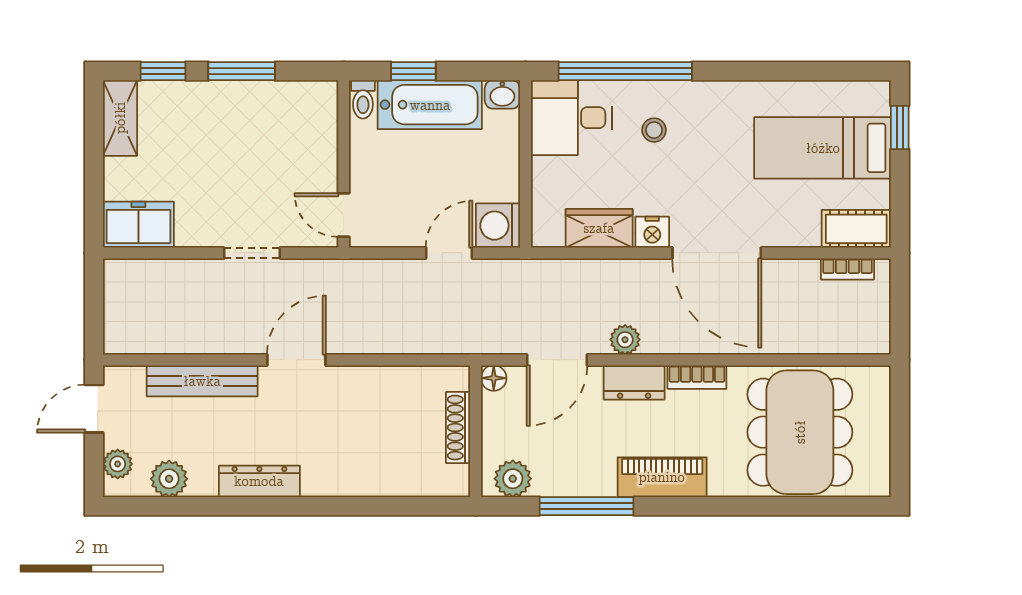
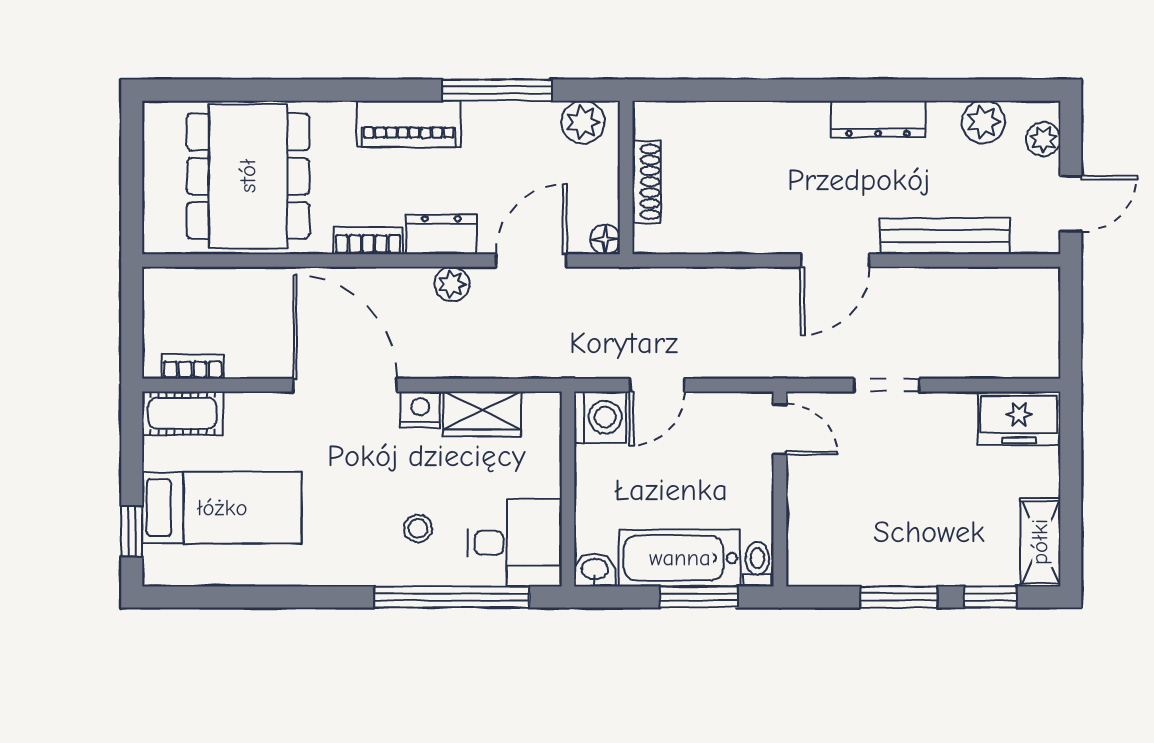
window: (413, 71) -> (699, 597), width x1.50

